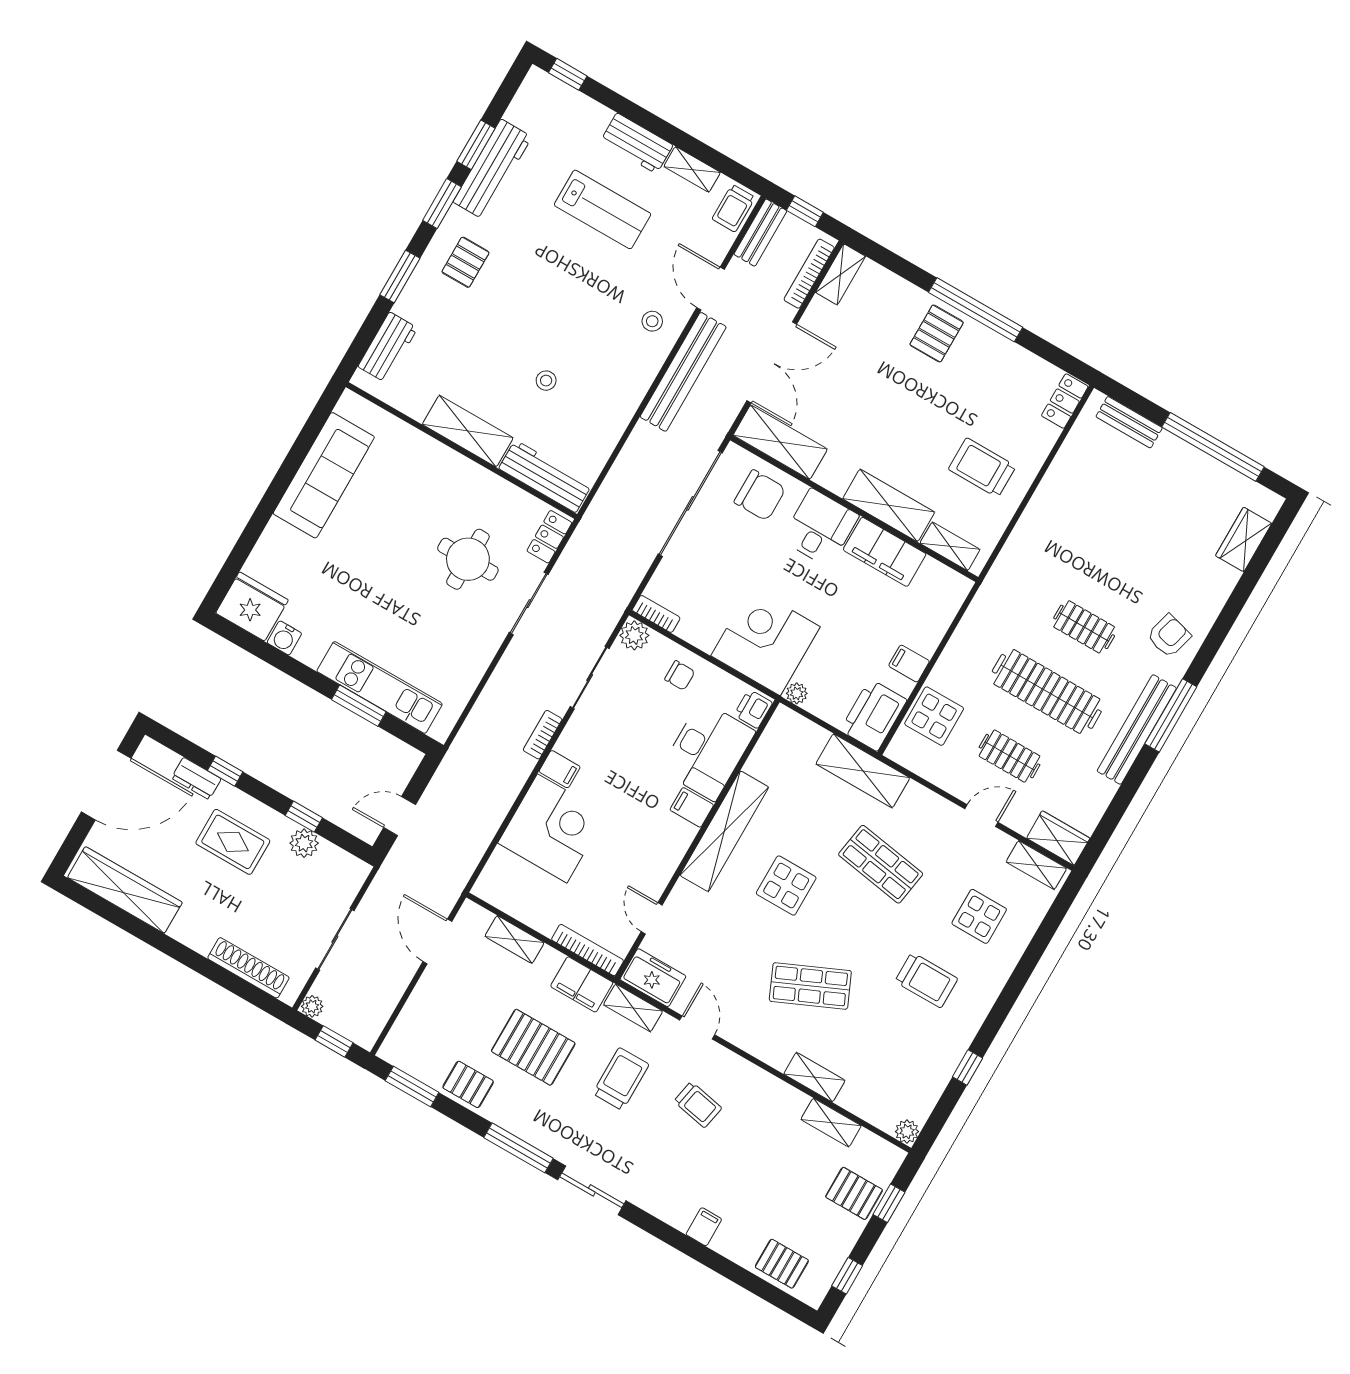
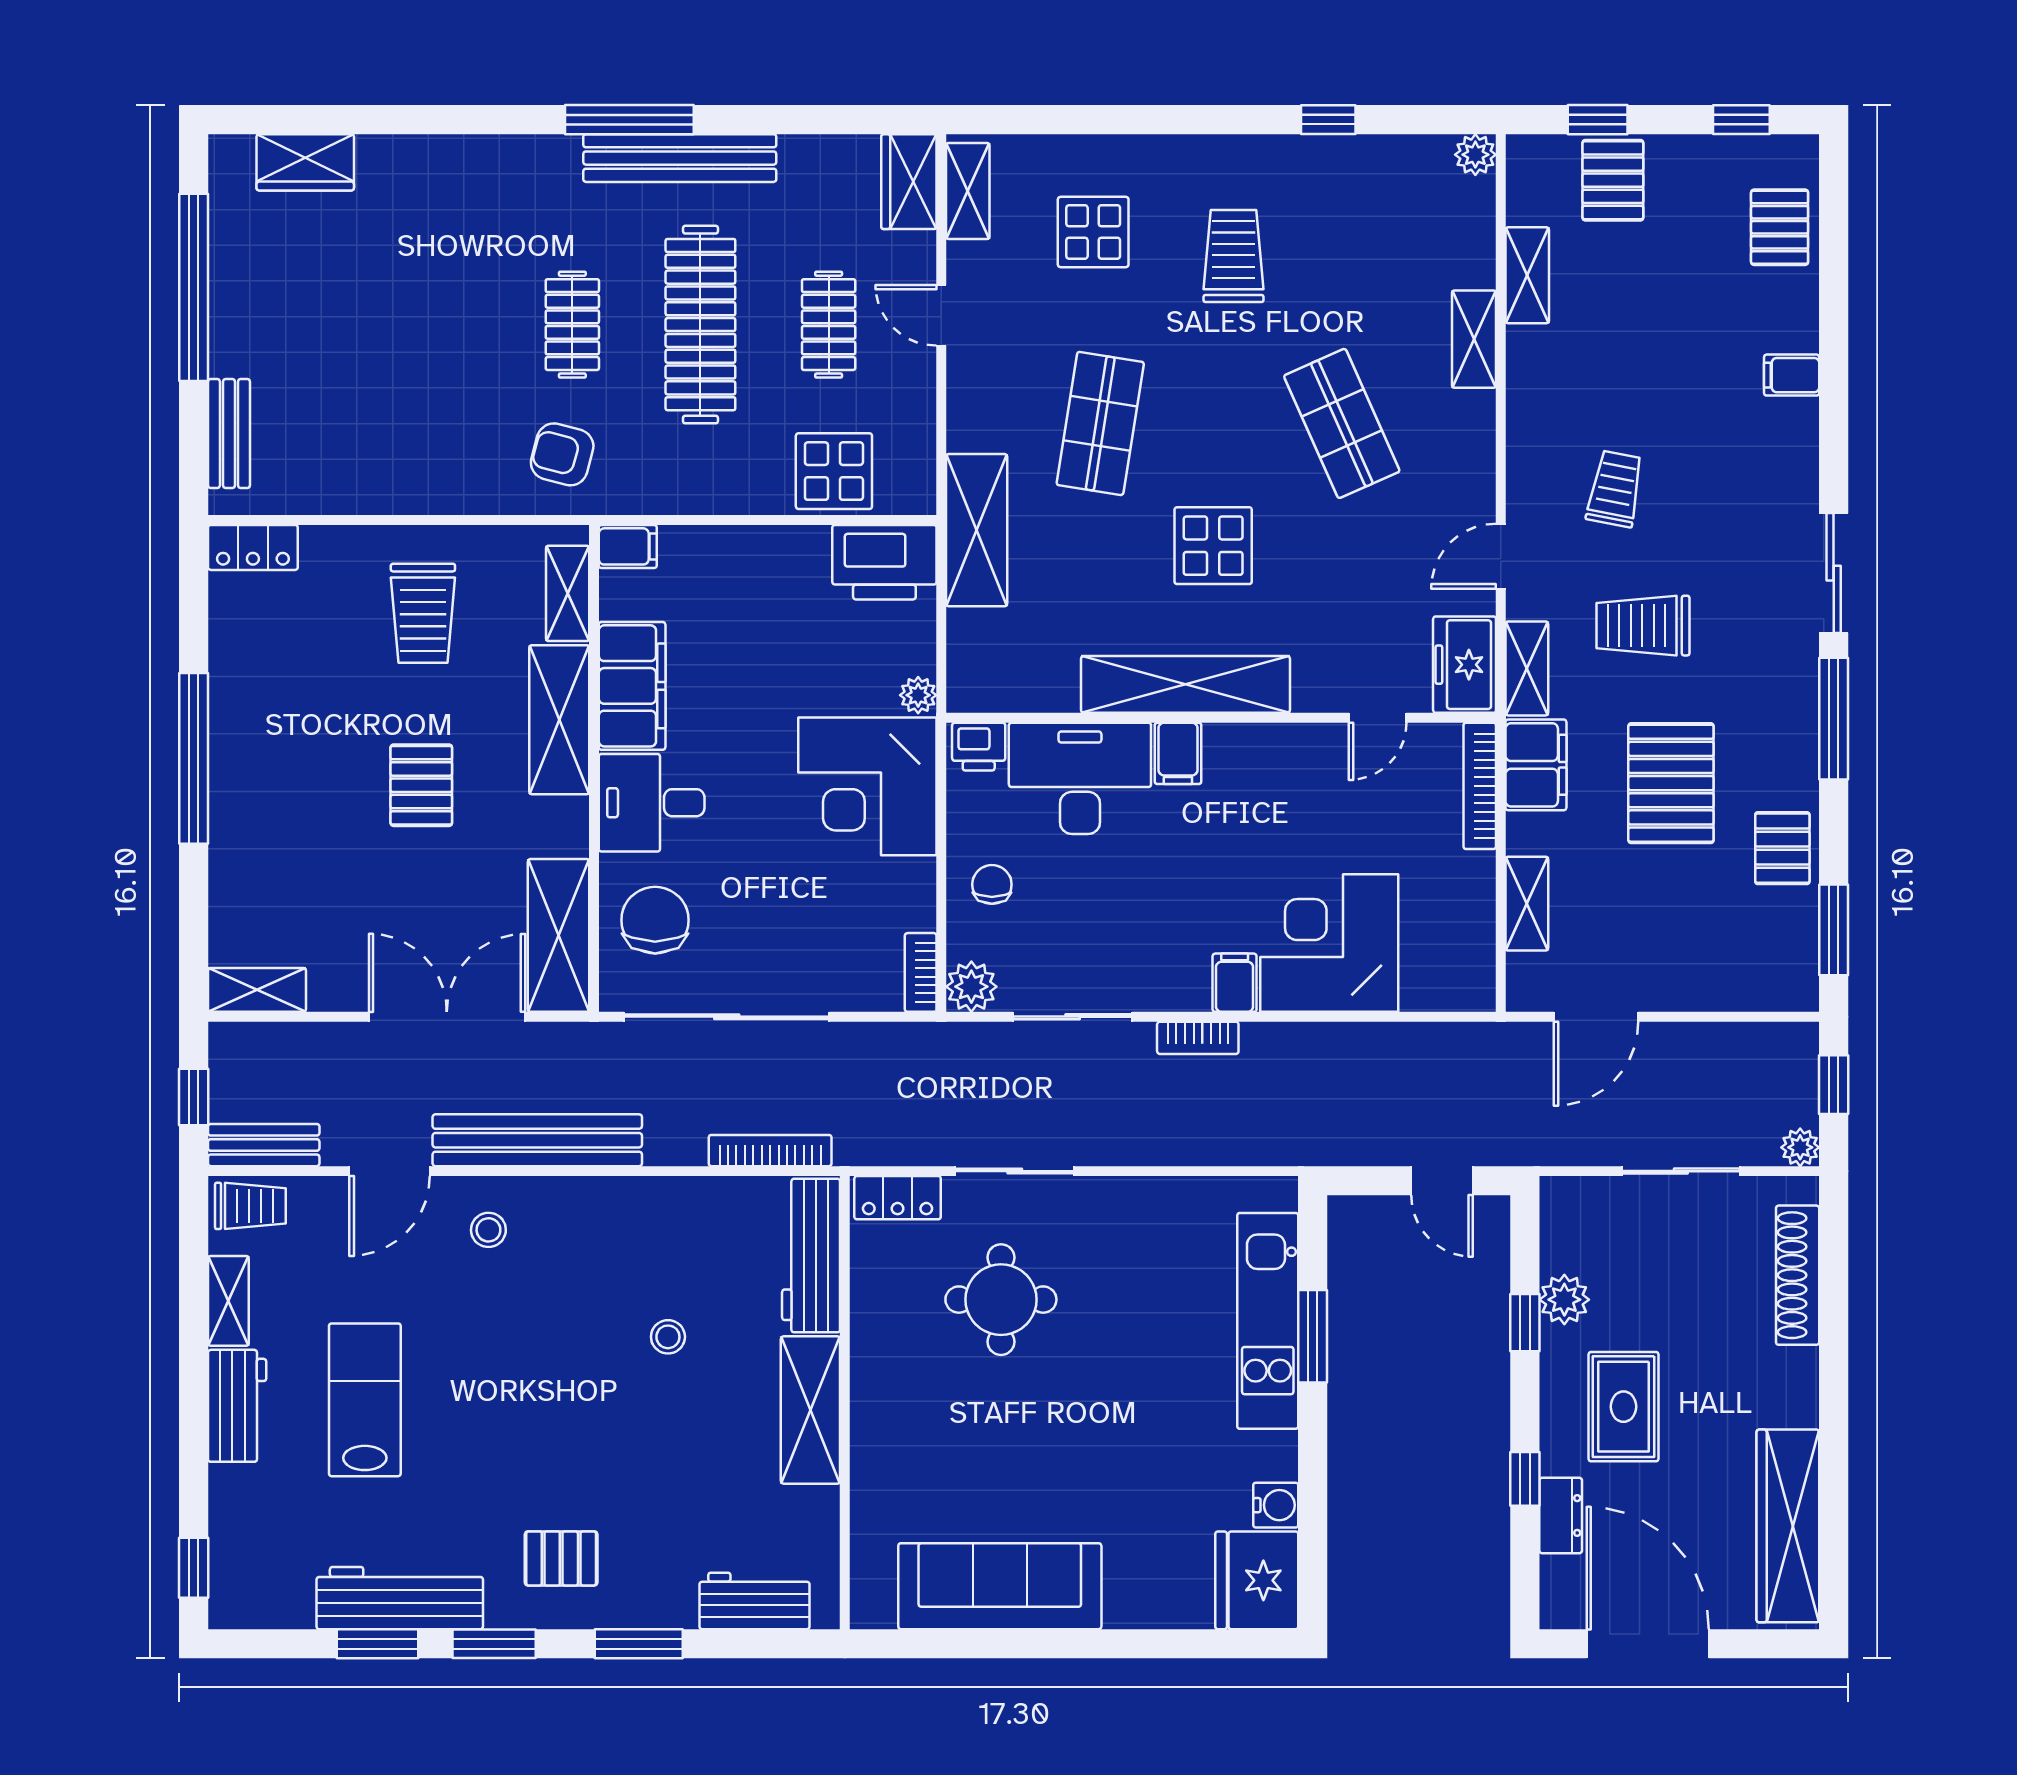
bookcase: (809, 274) -> (770, 1151), moved, turned 180
pallet: (937, 333) -> (421, 785), moved, turned 90
armchair: (1169, 636) -> (562, 454), moved
filing cabinet: (909, 664) -> (628, 546), moved, turned -90

